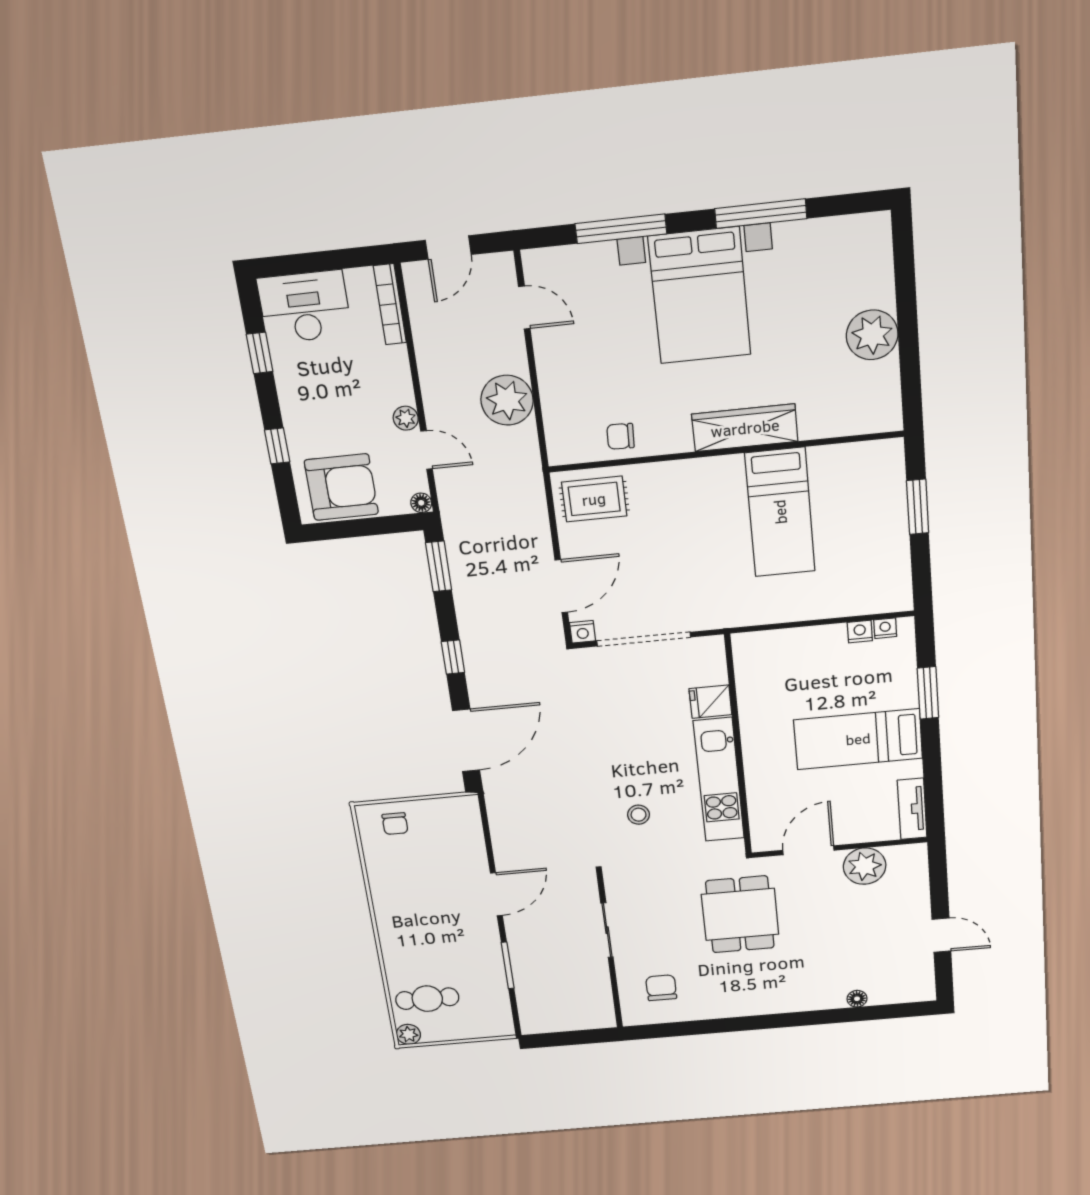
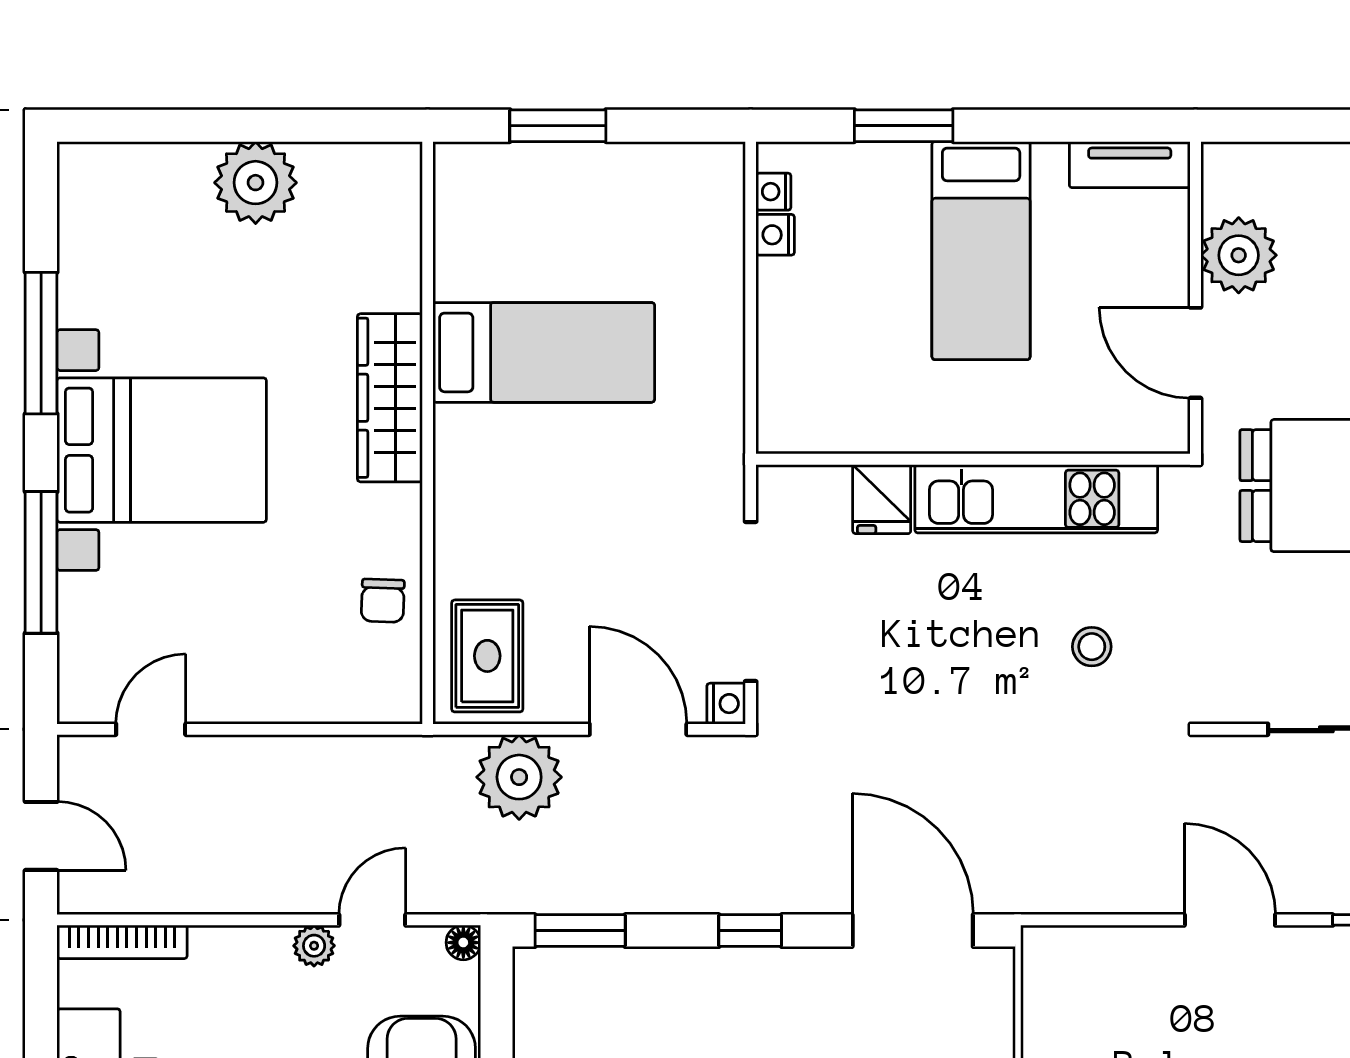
plant: (507, 400) -> (519, 777), moved

